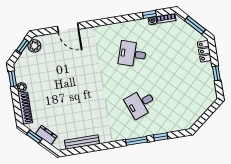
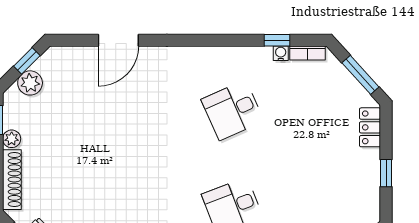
door: (68, 28) -> (118, 40), hinge flipped
plant: (34, 46) -> (30, 83), moved
desk: (132, 54) -> (233, 110), turned -42

